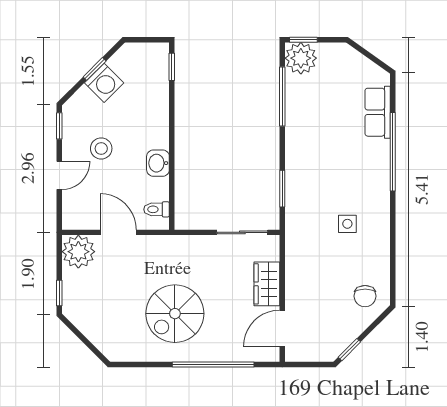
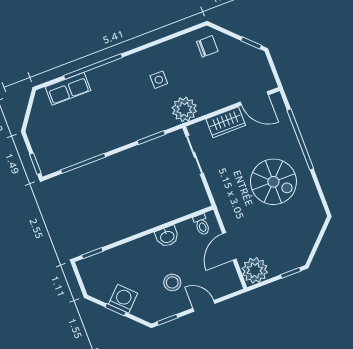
plant: (301, 58) -> (184, 109), moved

